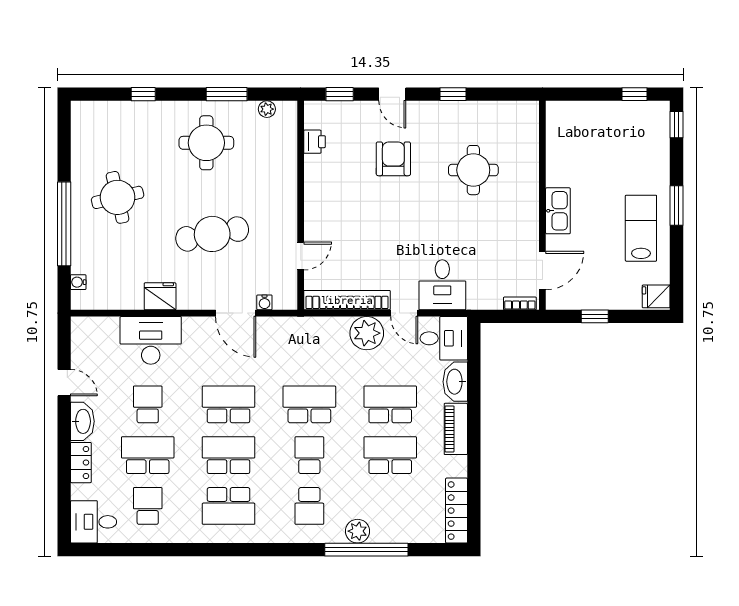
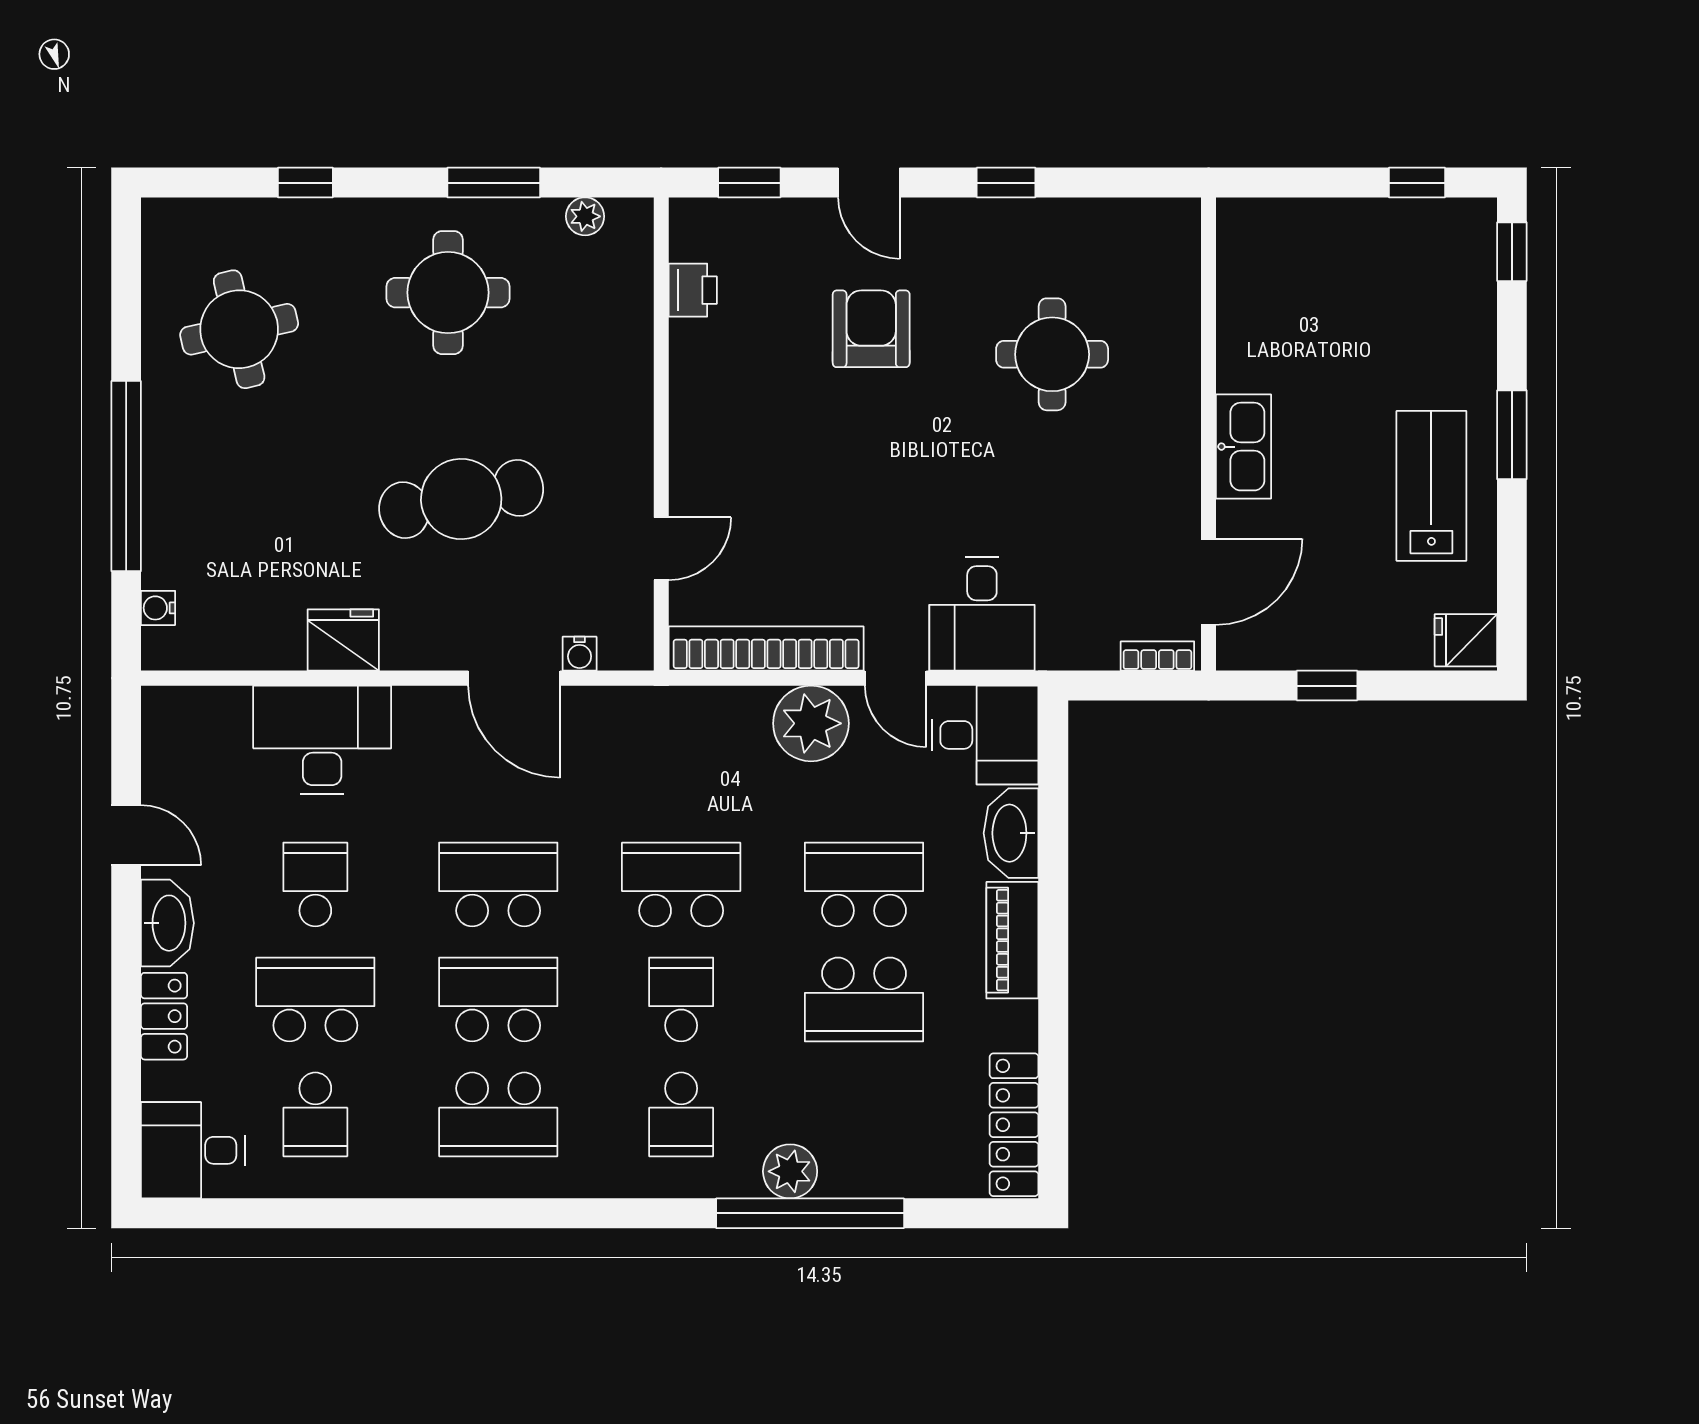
round table: (118, 197) -> (239, 329), moved
school desk: (390, 455) -> (864, 999), turned 180
school desk: (148, 506) -> (315, 1114), turned 180

